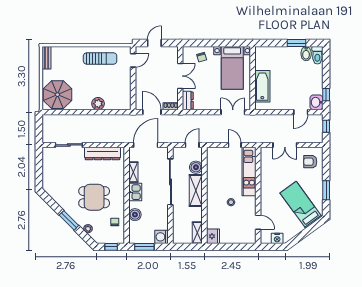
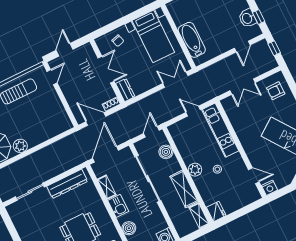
washbasin: (316, 102) -> (247, 18), moved
plant: (98, 104) -> (20, 146), moved
shelving: (196, 191) -> (184, 189), moved
plant: (213, 193) -> (195, 170), added
nightstand: (277, 238) -> (269, 188), moved

